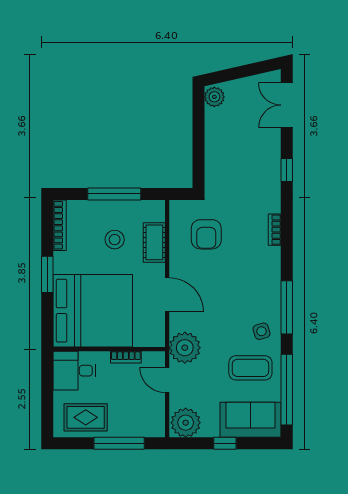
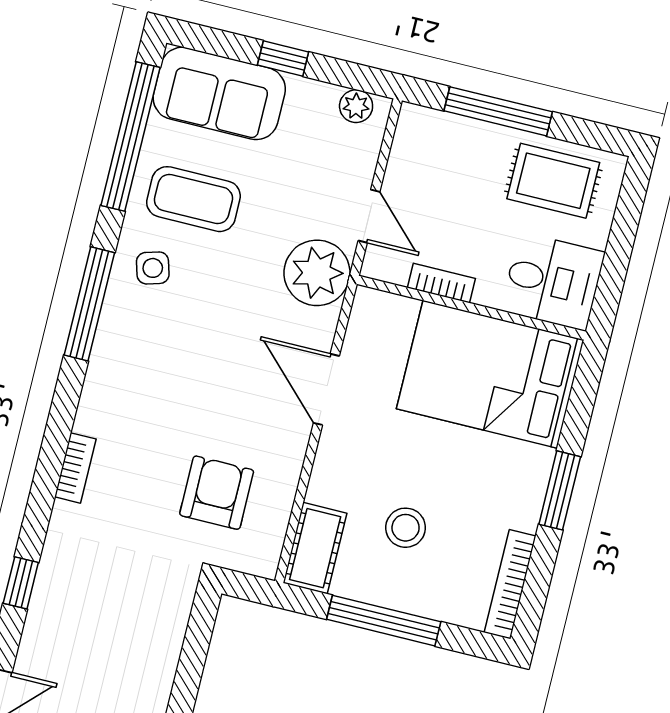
cot: (154, 242) -> (315, 548), moved
bed: (93, 311) -> (490, 374), width x0.73
plant: (186, 423) -> (356, 106), width x0.53, depth x0.53

